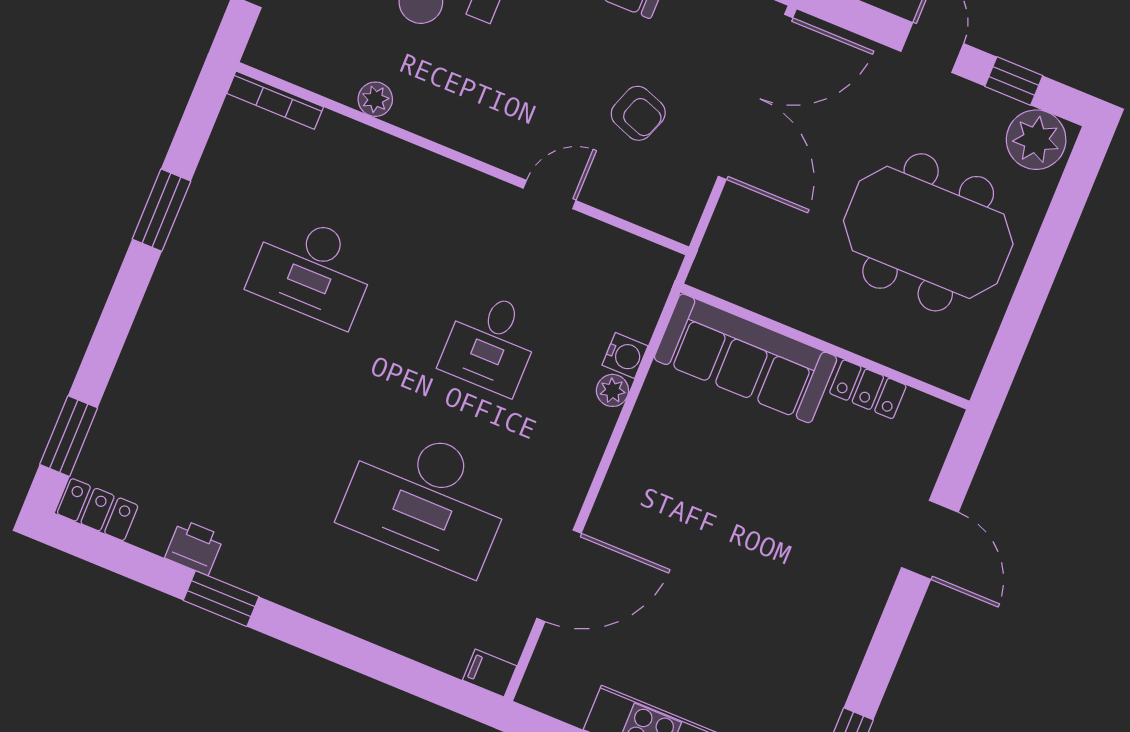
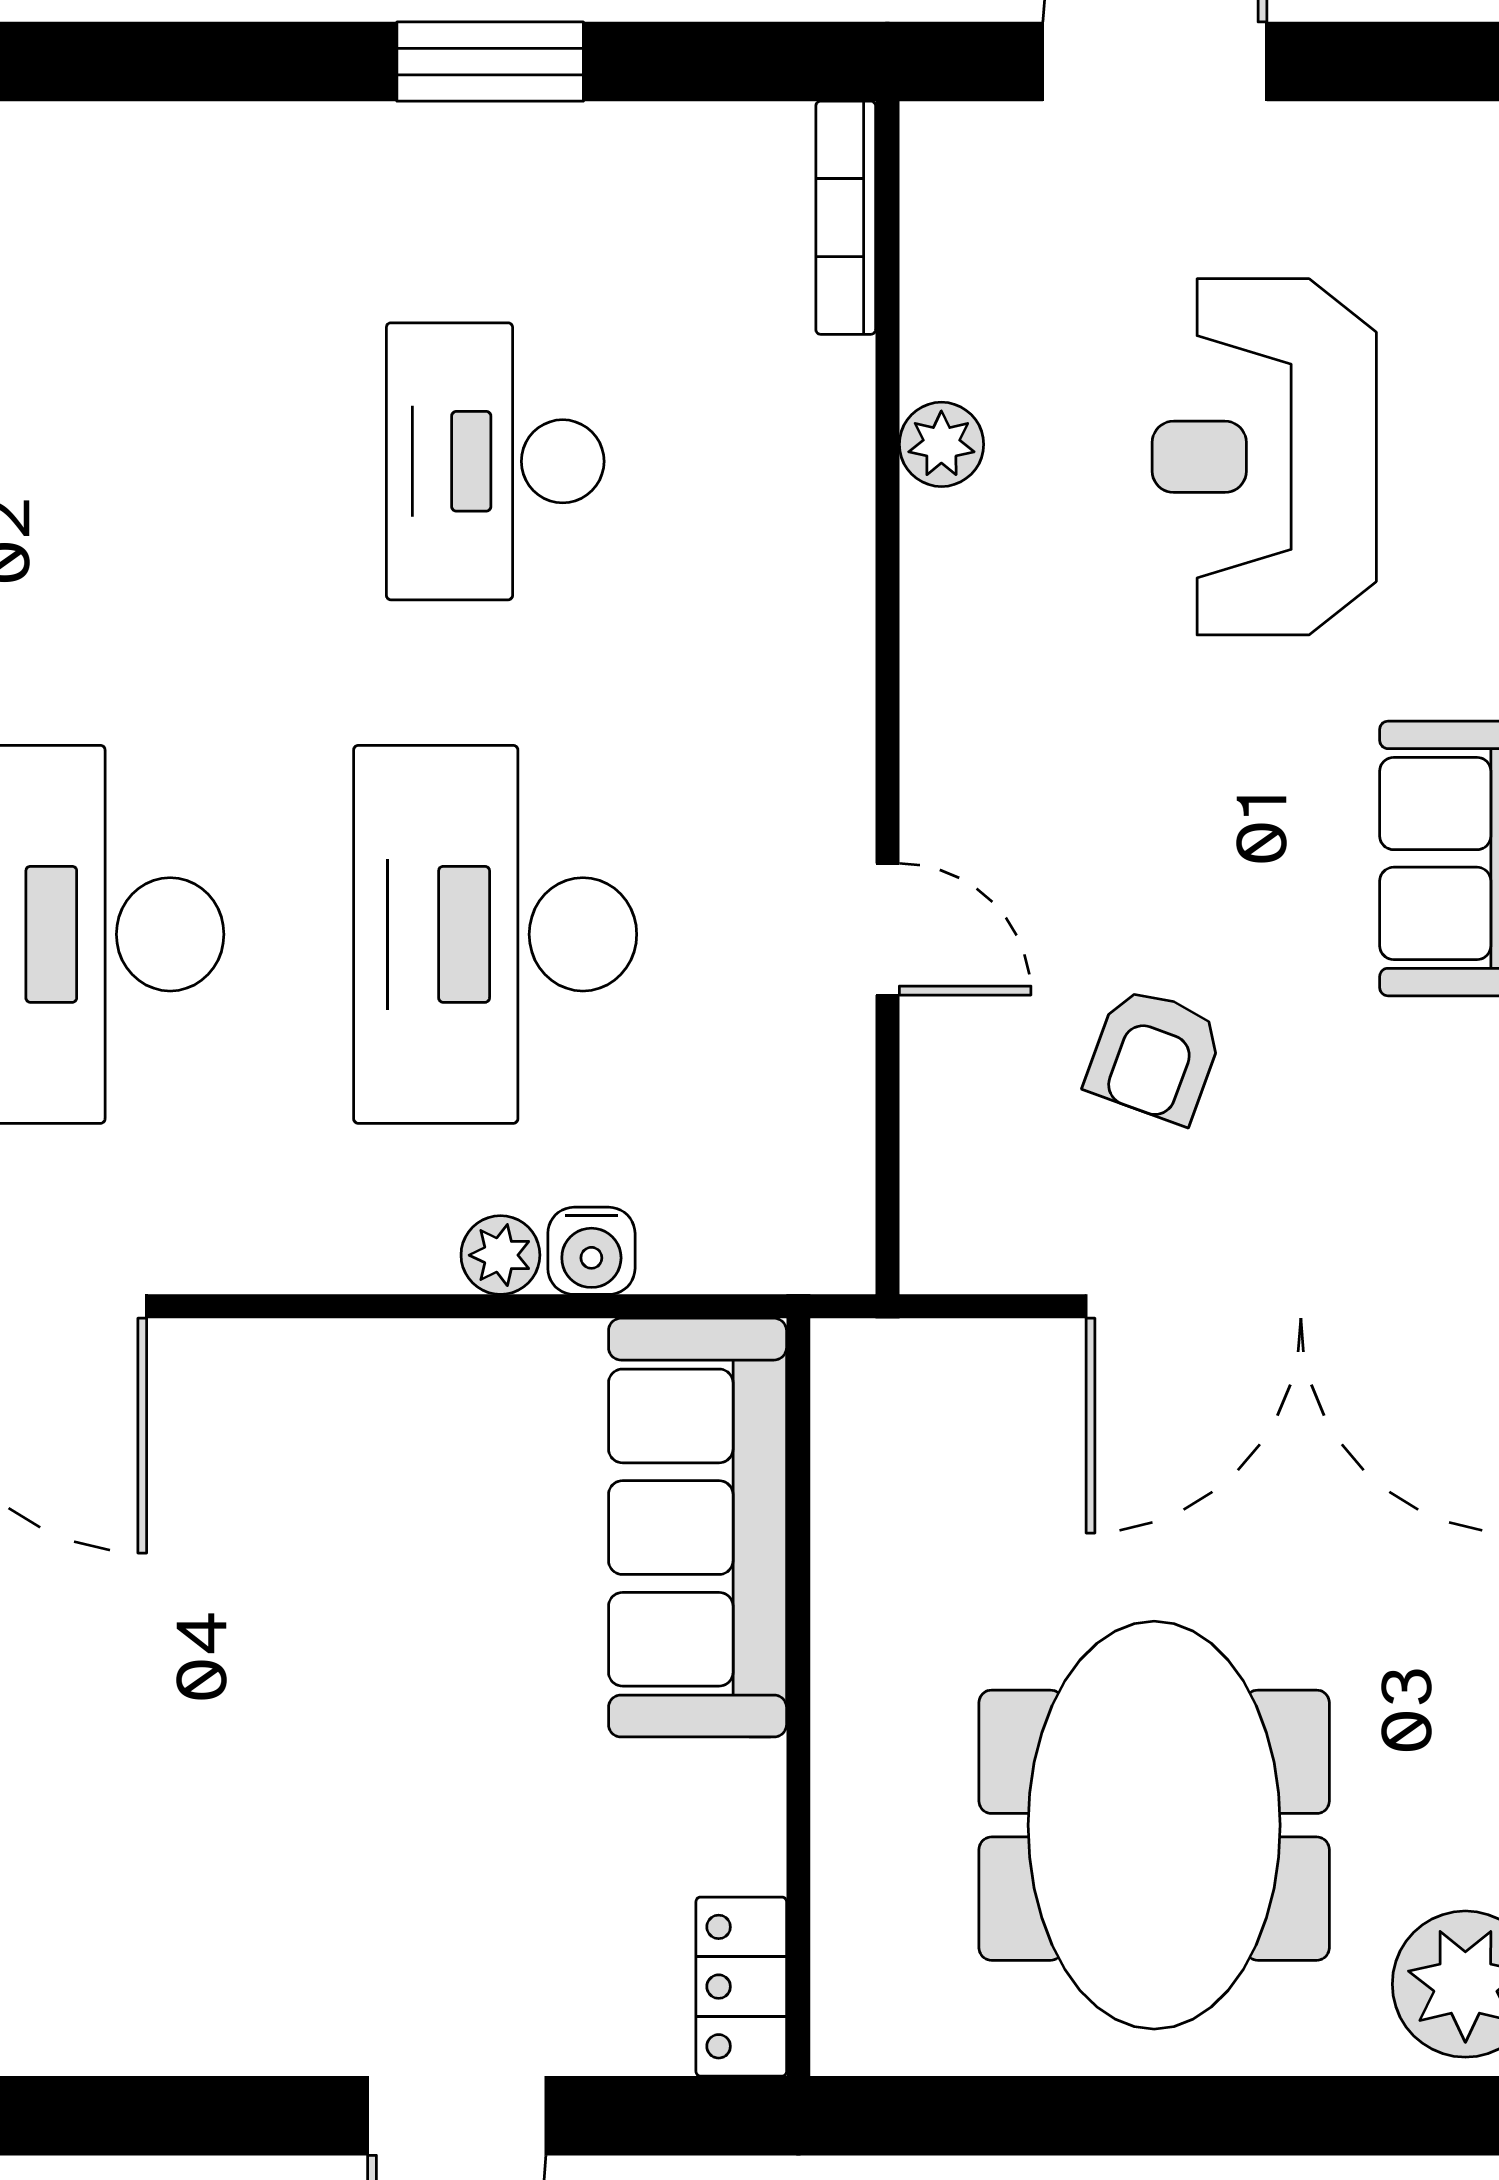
desk: (491, 343) -> (495, 934), width x1.87, depth x1.30
locker: (868, 389) -> (741, 1987), moved

